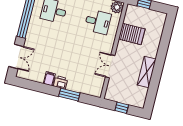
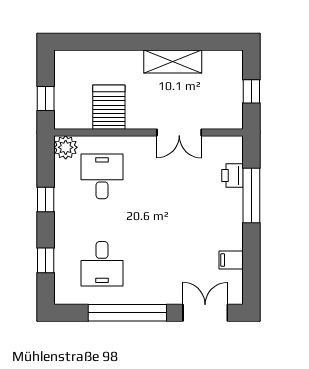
filing cabinet: (49, 79) -> (231, 260), moved
printer: (61, 82) -> (233, 175), moved
window: (69, 95) -> (251, 195), width x1.44

